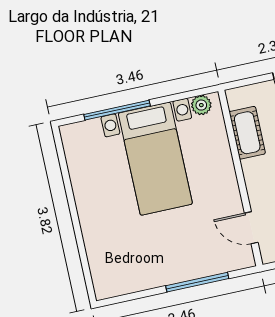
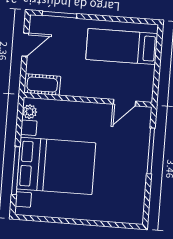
cot: (247, 133) -> (42, 85), moved
bed with nightstands: (155, 159) -> (56, 166), width x1.36

